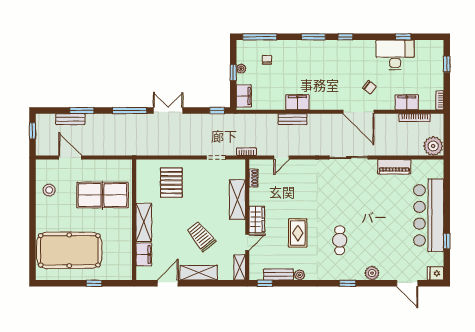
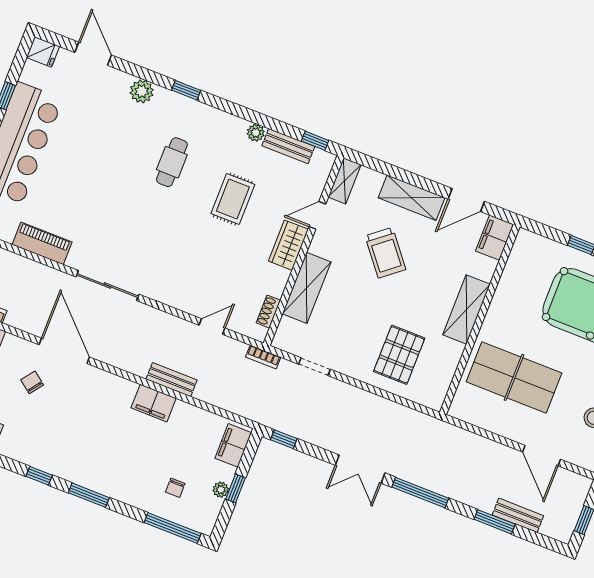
filing cabinet: (144, 254) -> (495, 238), moved

